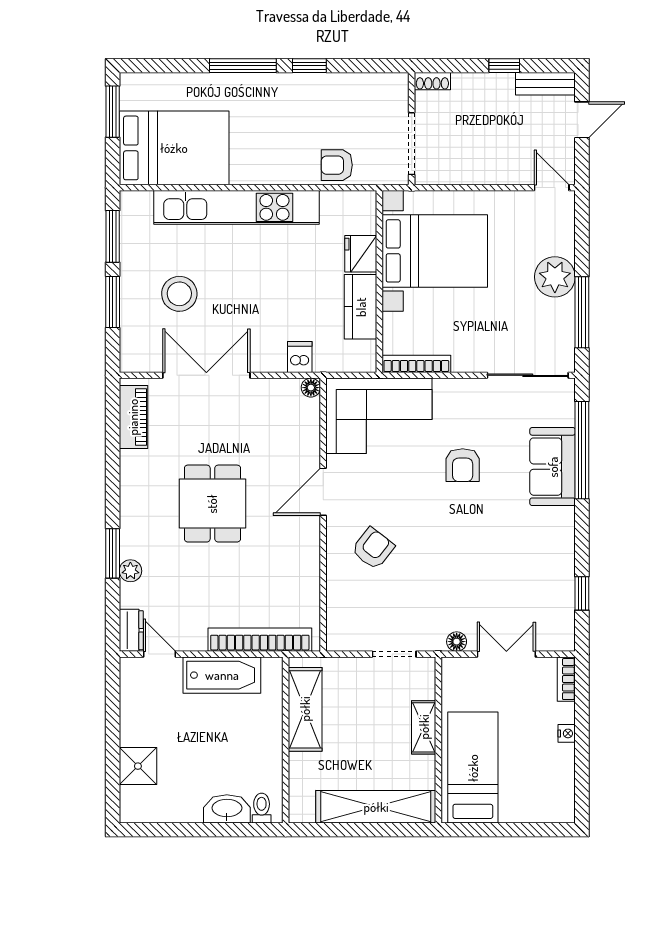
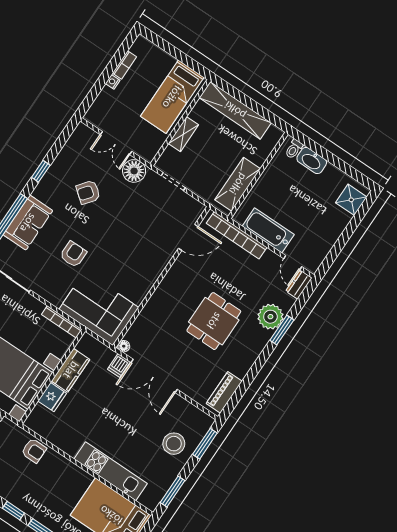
kitchen unit: (236, 207) -> (111, 471), width x0.73
stool: (179, 294) -> (174, 444), moved
window: (113, 302) -> (205, 444), moved
double door: (206, 375) -> (154, 376), moved
door: (323, 492) -> (188, 237), moved
armchair: (373, 548) -> (88, 192), moved
plant: (130, 571) -> (270, 317), width x1.87, depth x1.87
window: (582, 593) -> (41, 171), moved
floor lamp: (457, 642) -> (134, 171), width x1.89, depth x1.89
bookcase: (566, 679) -> (124, 65), moved
shower: (138, 766) -> (351, 200), moved

